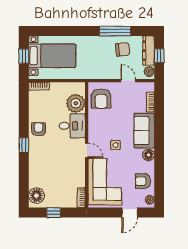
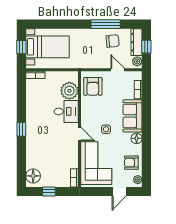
armchair: (38, 129) -> (35, 115), removed

